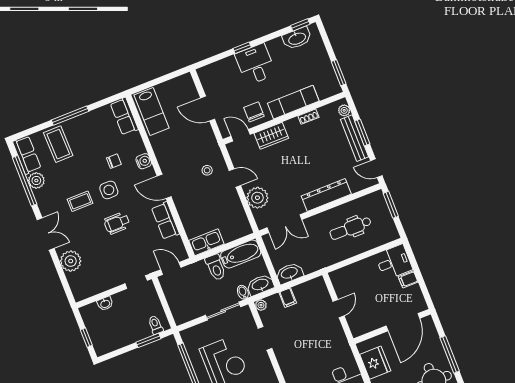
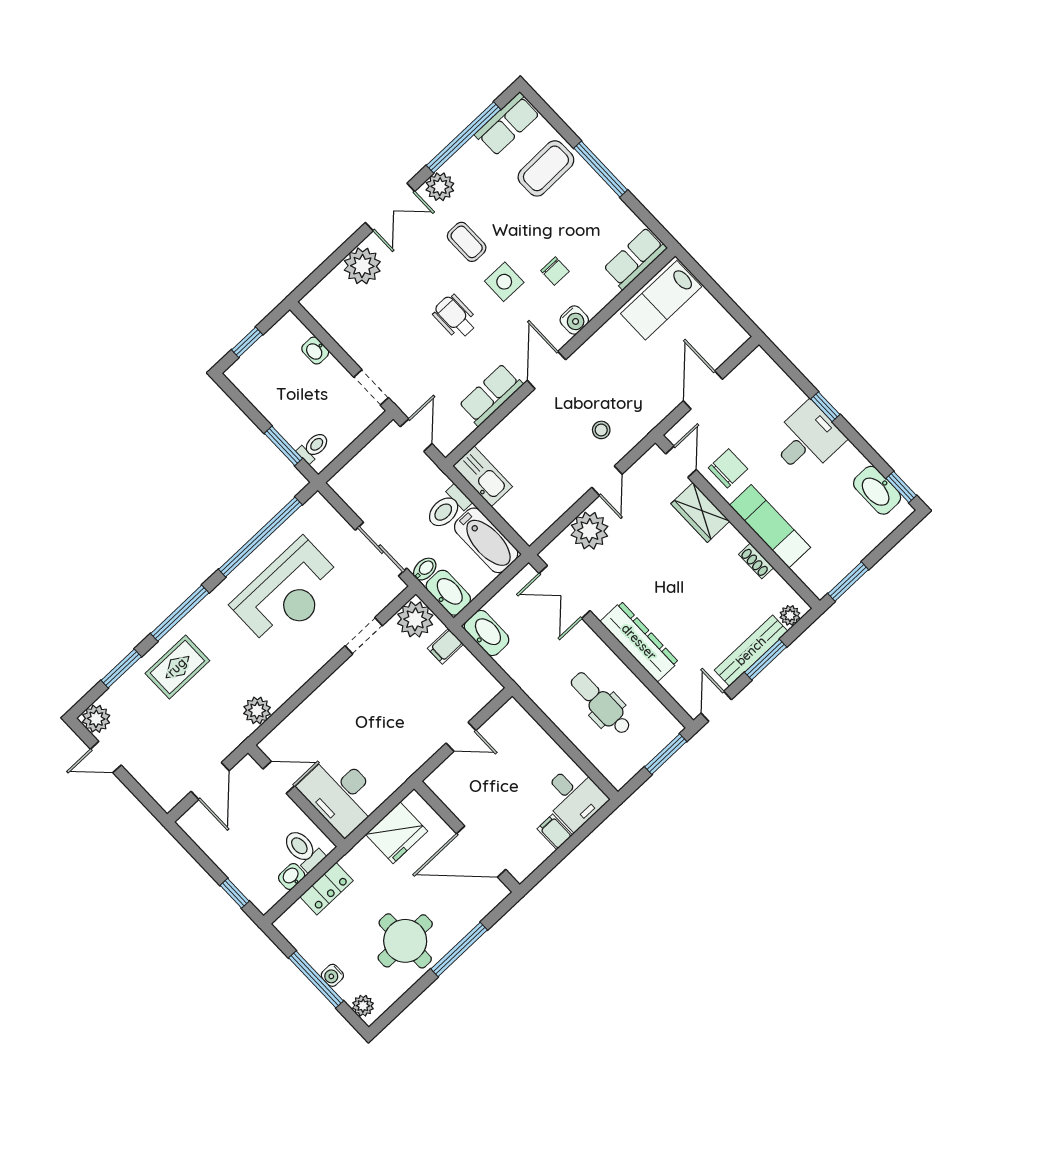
plant: (36, 181) -> (440, 187), moved
plant: (261, 305) -> (415, 619), width x1.88, depth x1.88

